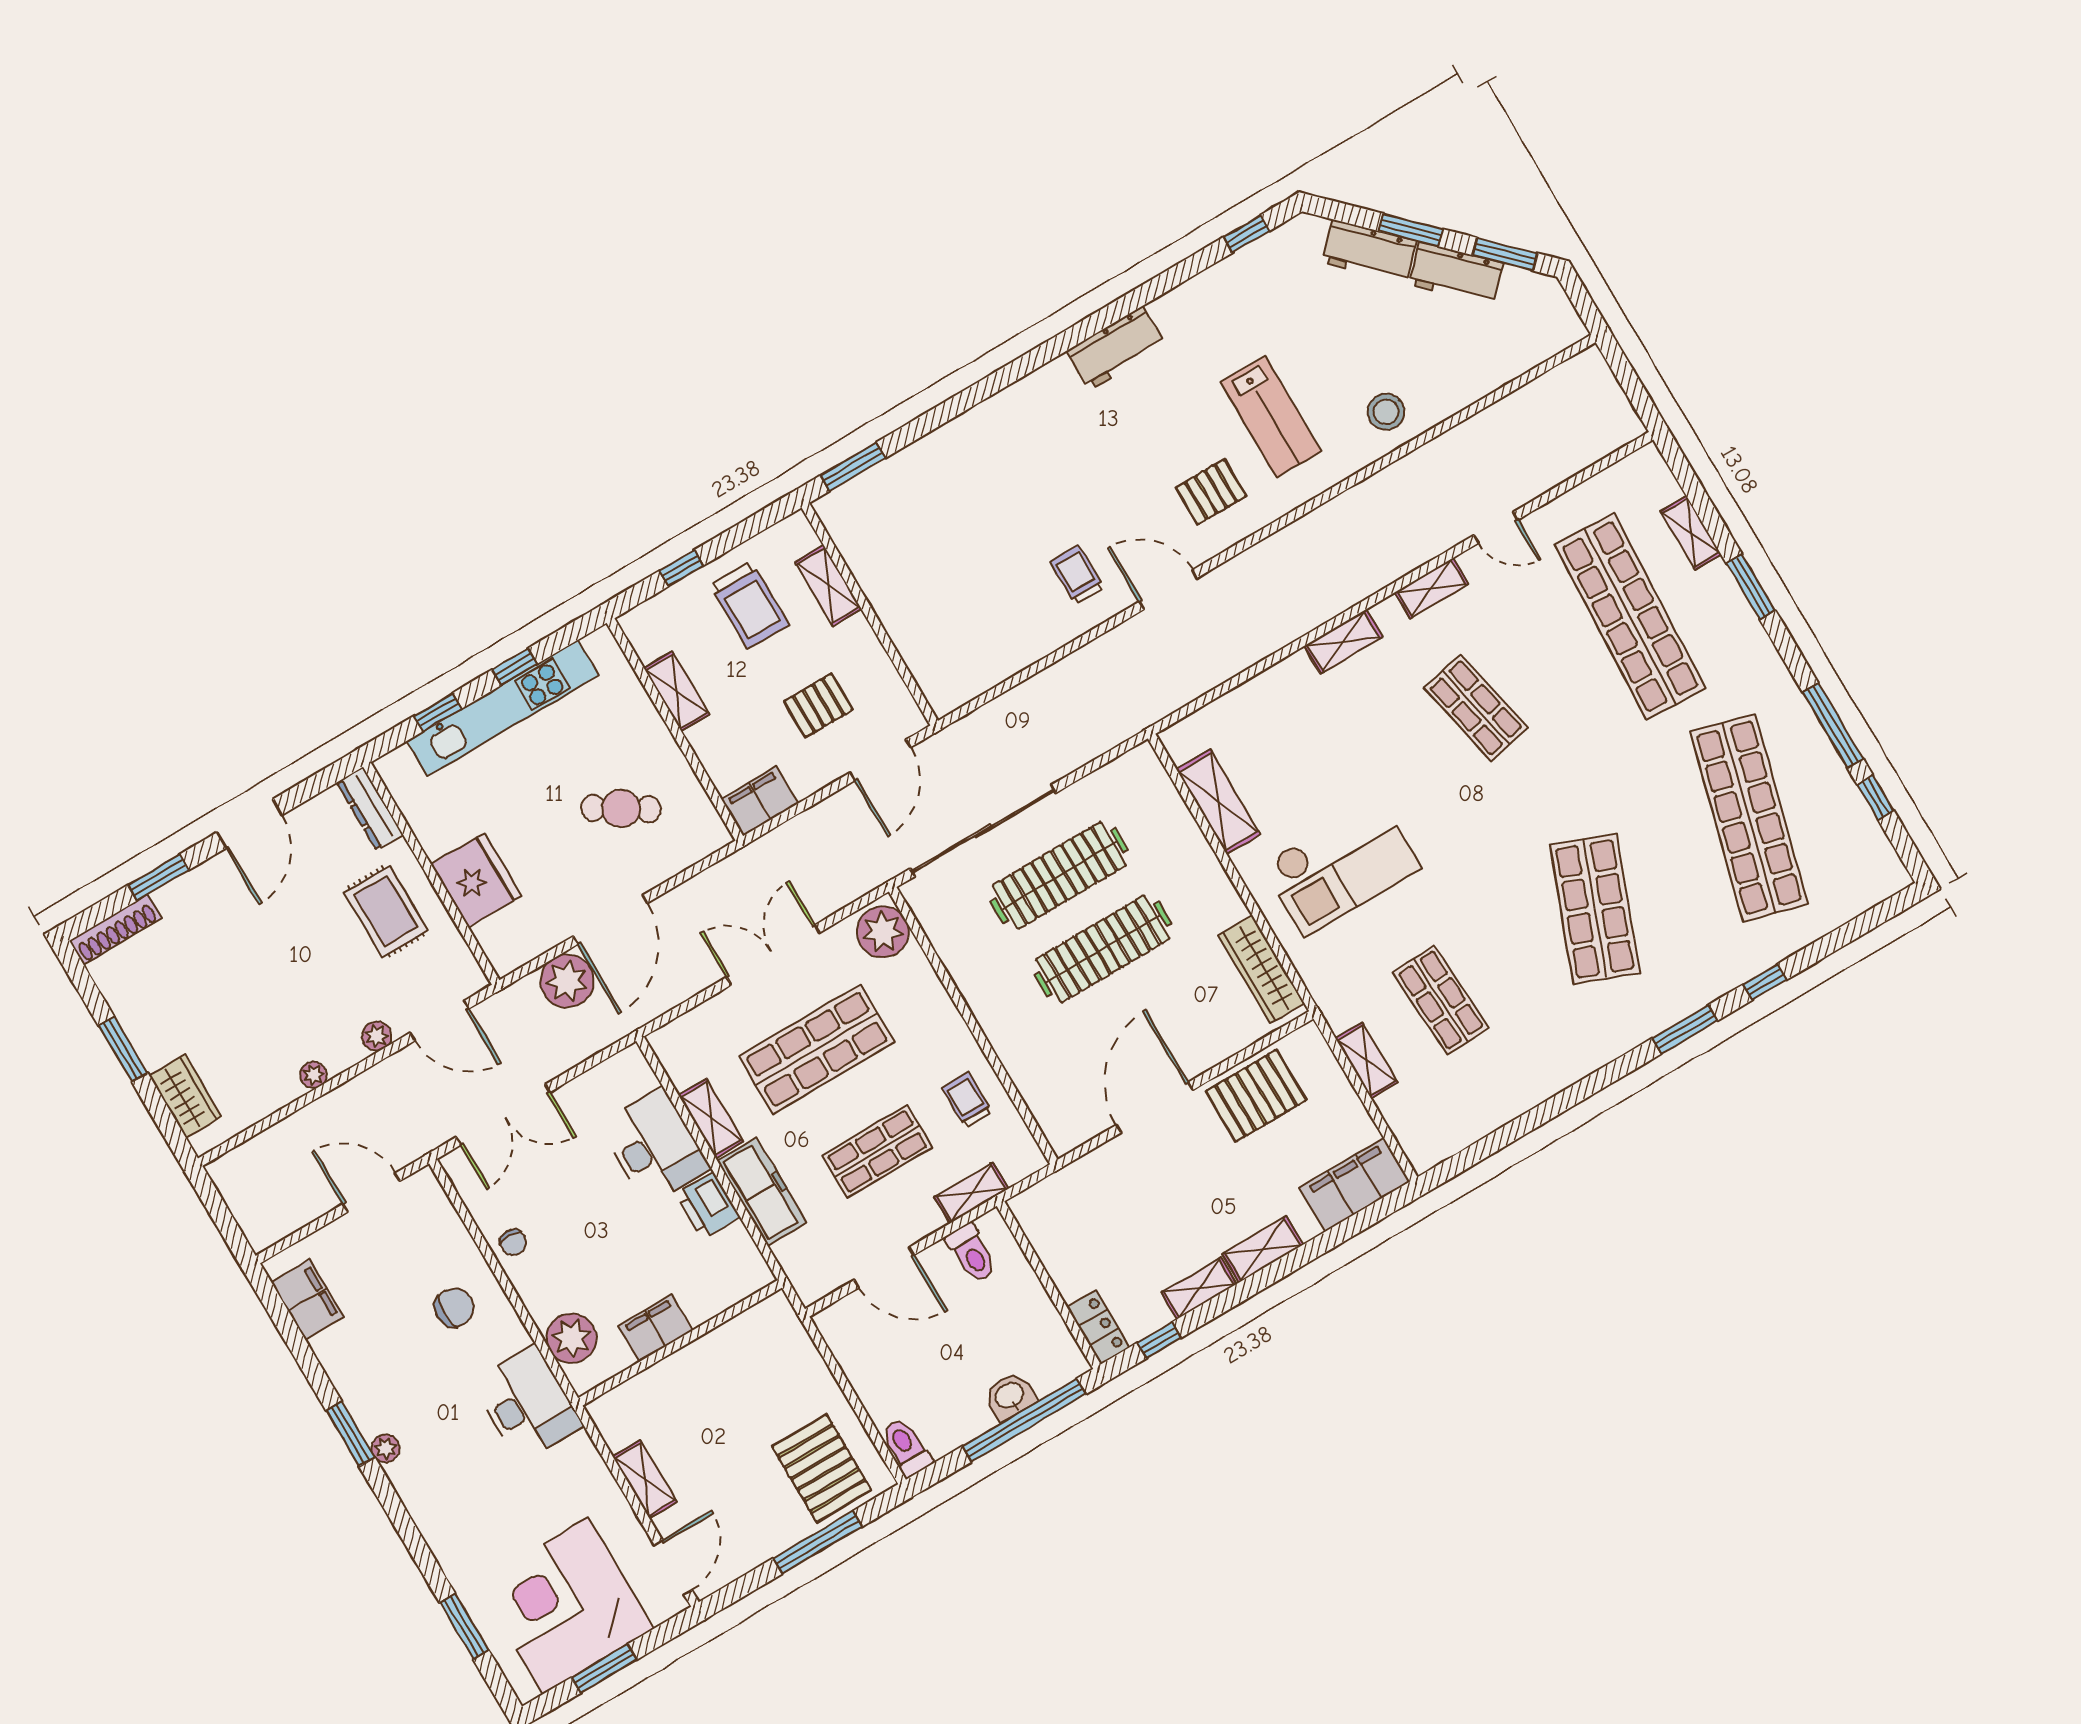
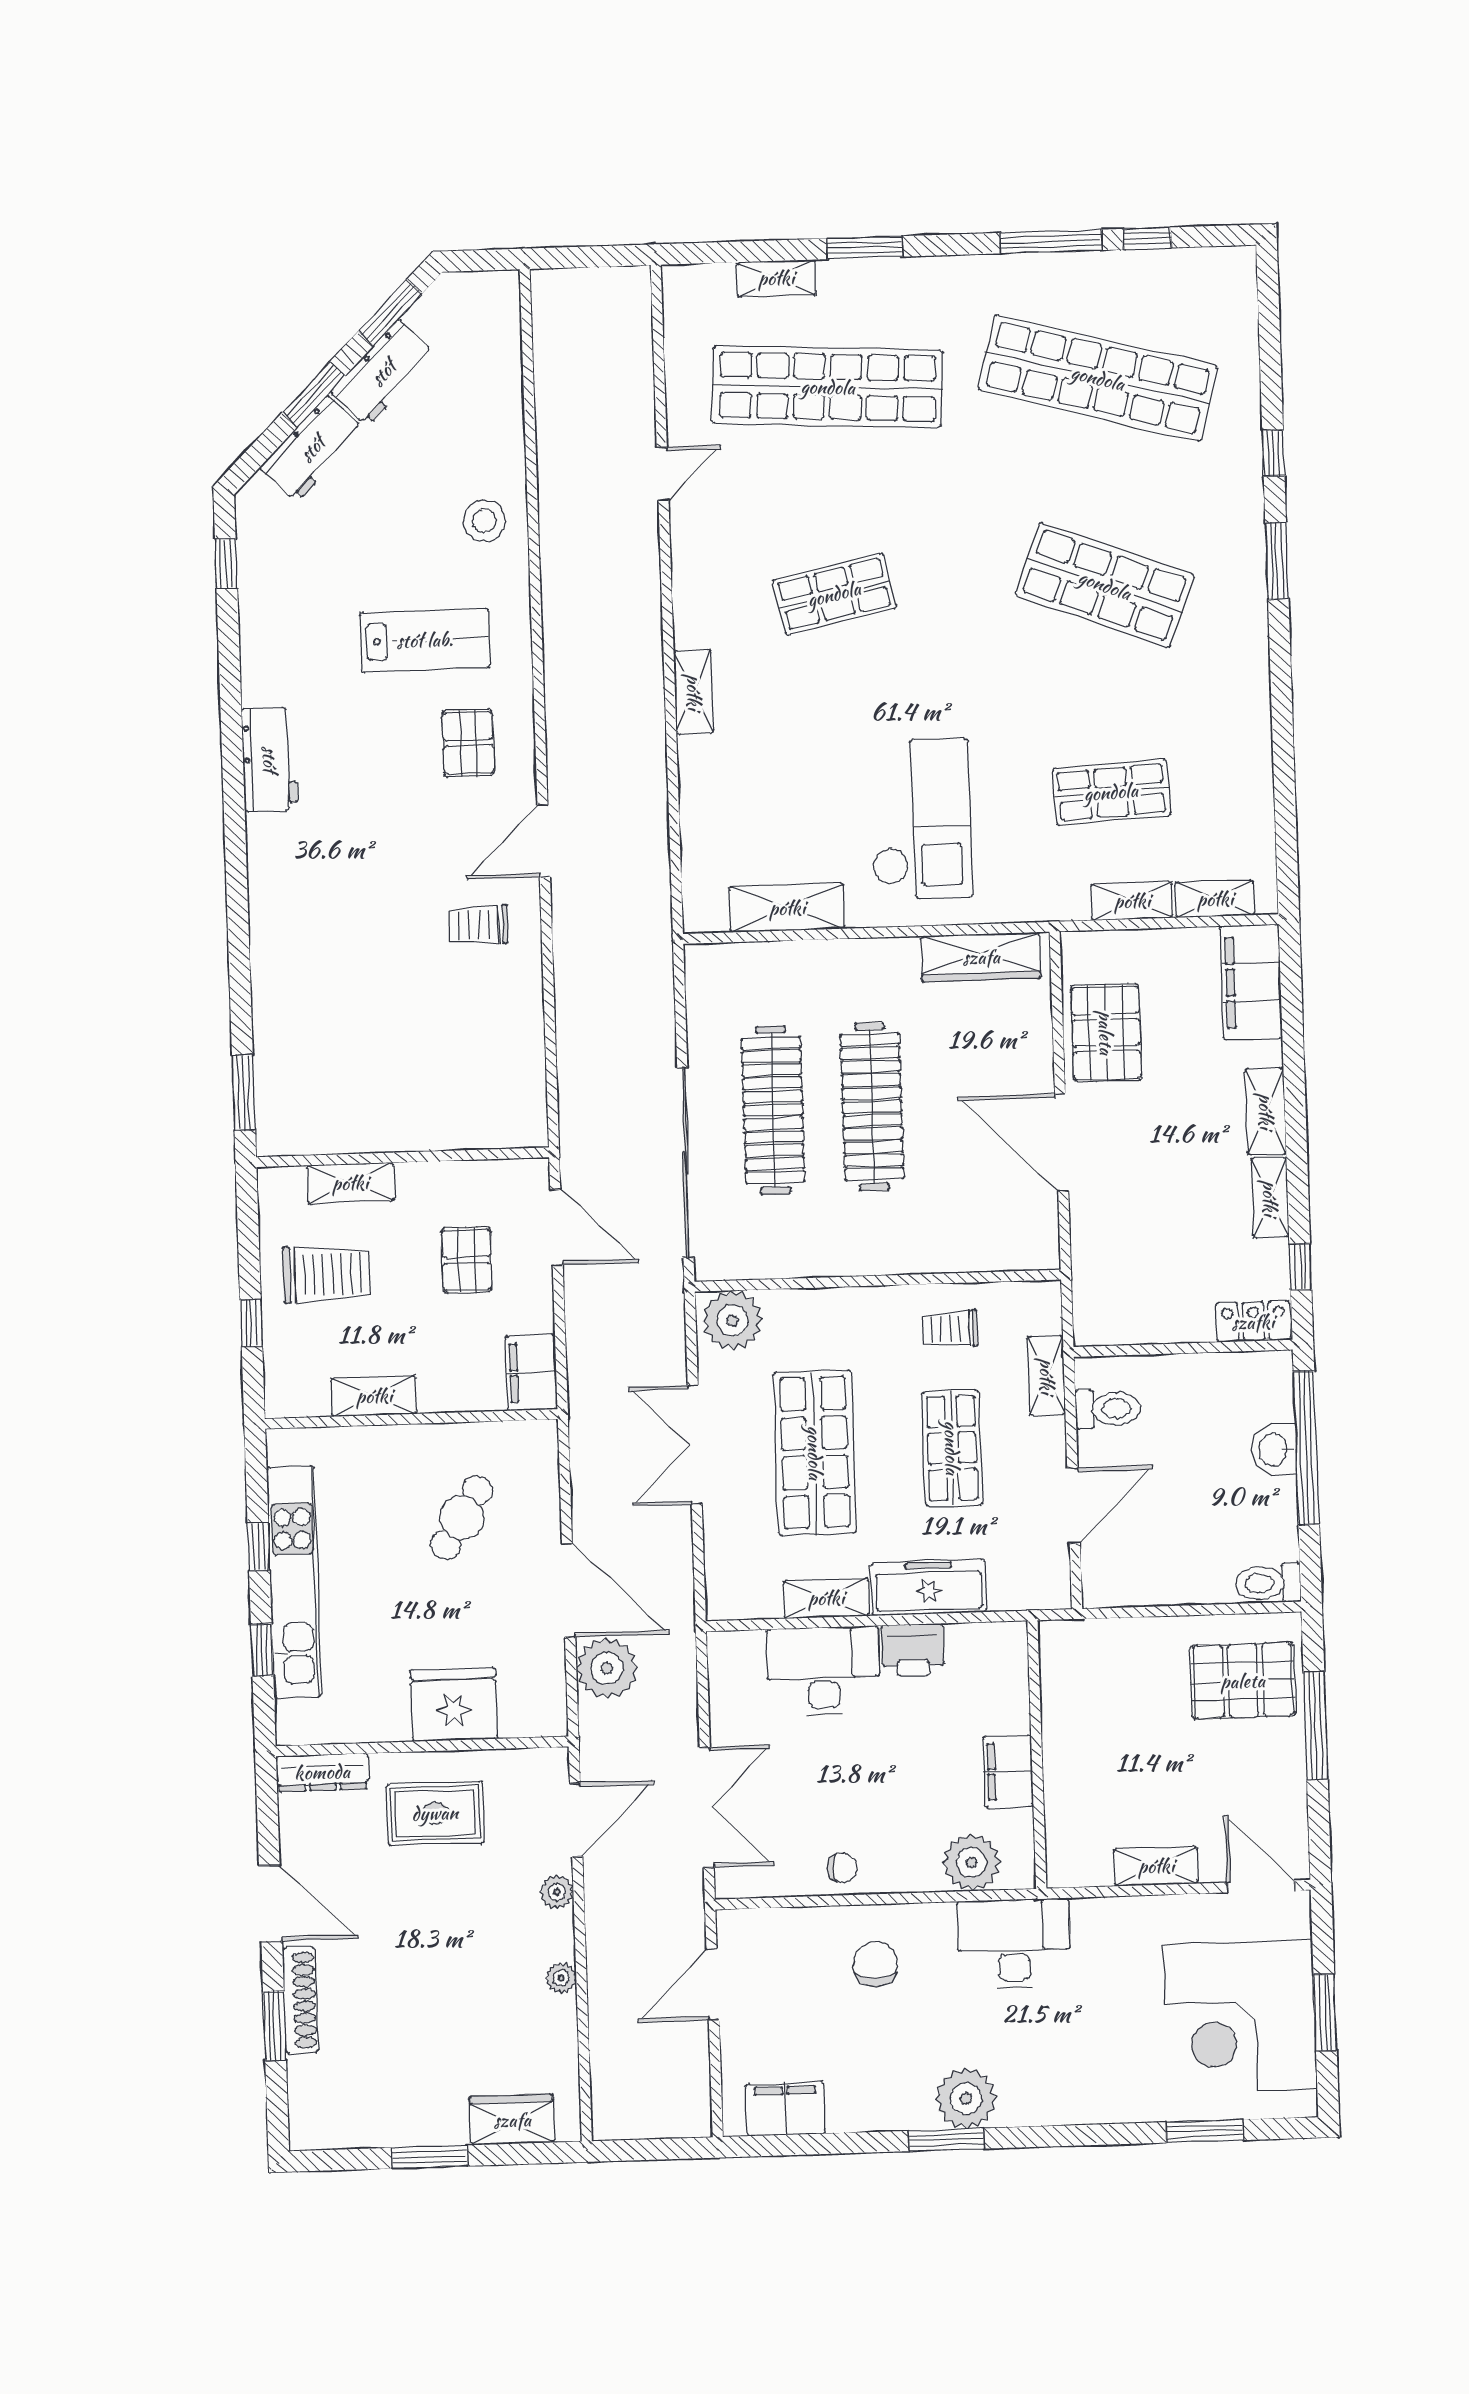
shelving: (1431, 588) -> (1215, 899), moved, turned 90
shoe rack: (115, 929) -> (300, 2000), moved
plant: (386, 1448) -> (966, 2098), width x1.87, depth x1.87

